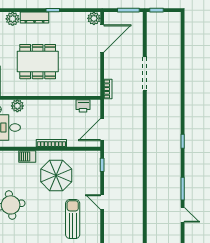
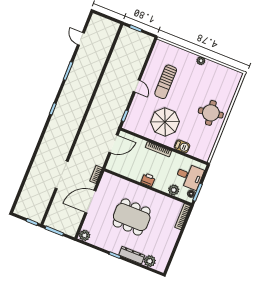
door: (102, 39) -> (90, 202), moved
dining table: (38, 62) -> (132, 217), moved
printer: (83, 106) -> (148, 180), moved
door: (183, 215) -> (81, 39), moved

